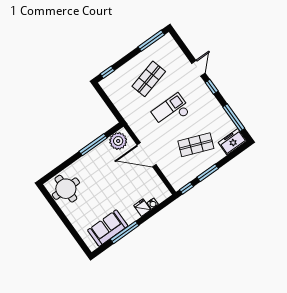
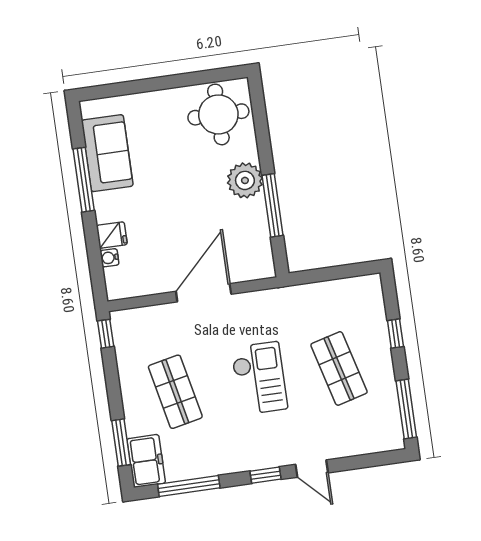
window: (107, 72) -> (395, 334), moved
plant: (118, 141) -> (245, 180), moved
shop shelf: (196, 145) -> (175, 392), turned -33
window: (208, 173) -> (121, 443), moved

